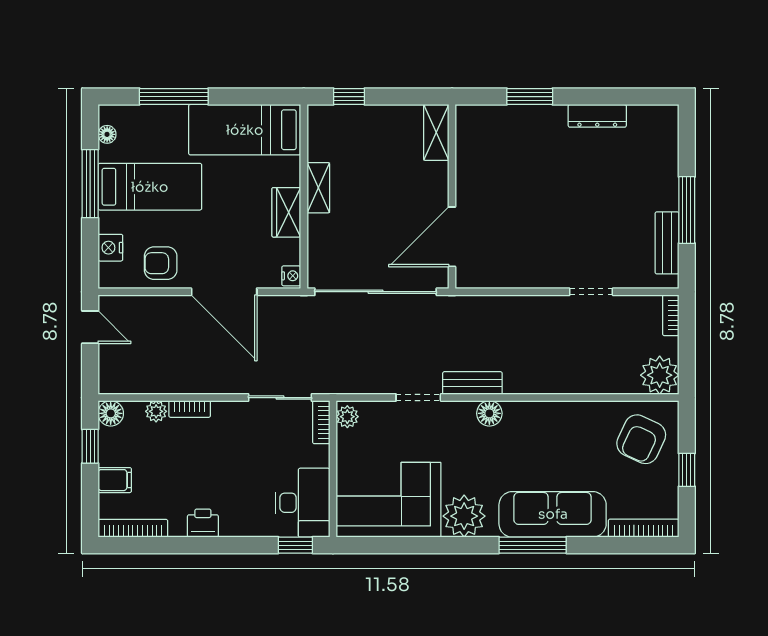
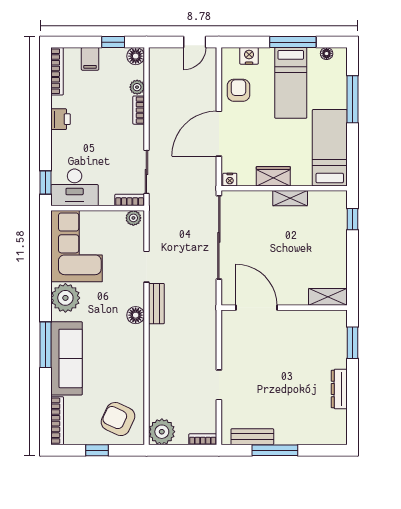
shelving: (436, 132) -> (328, 297), moved
wall: (452, 197) -> (284, 308), moved
door: (452, 237) -> (256, 308), moved

